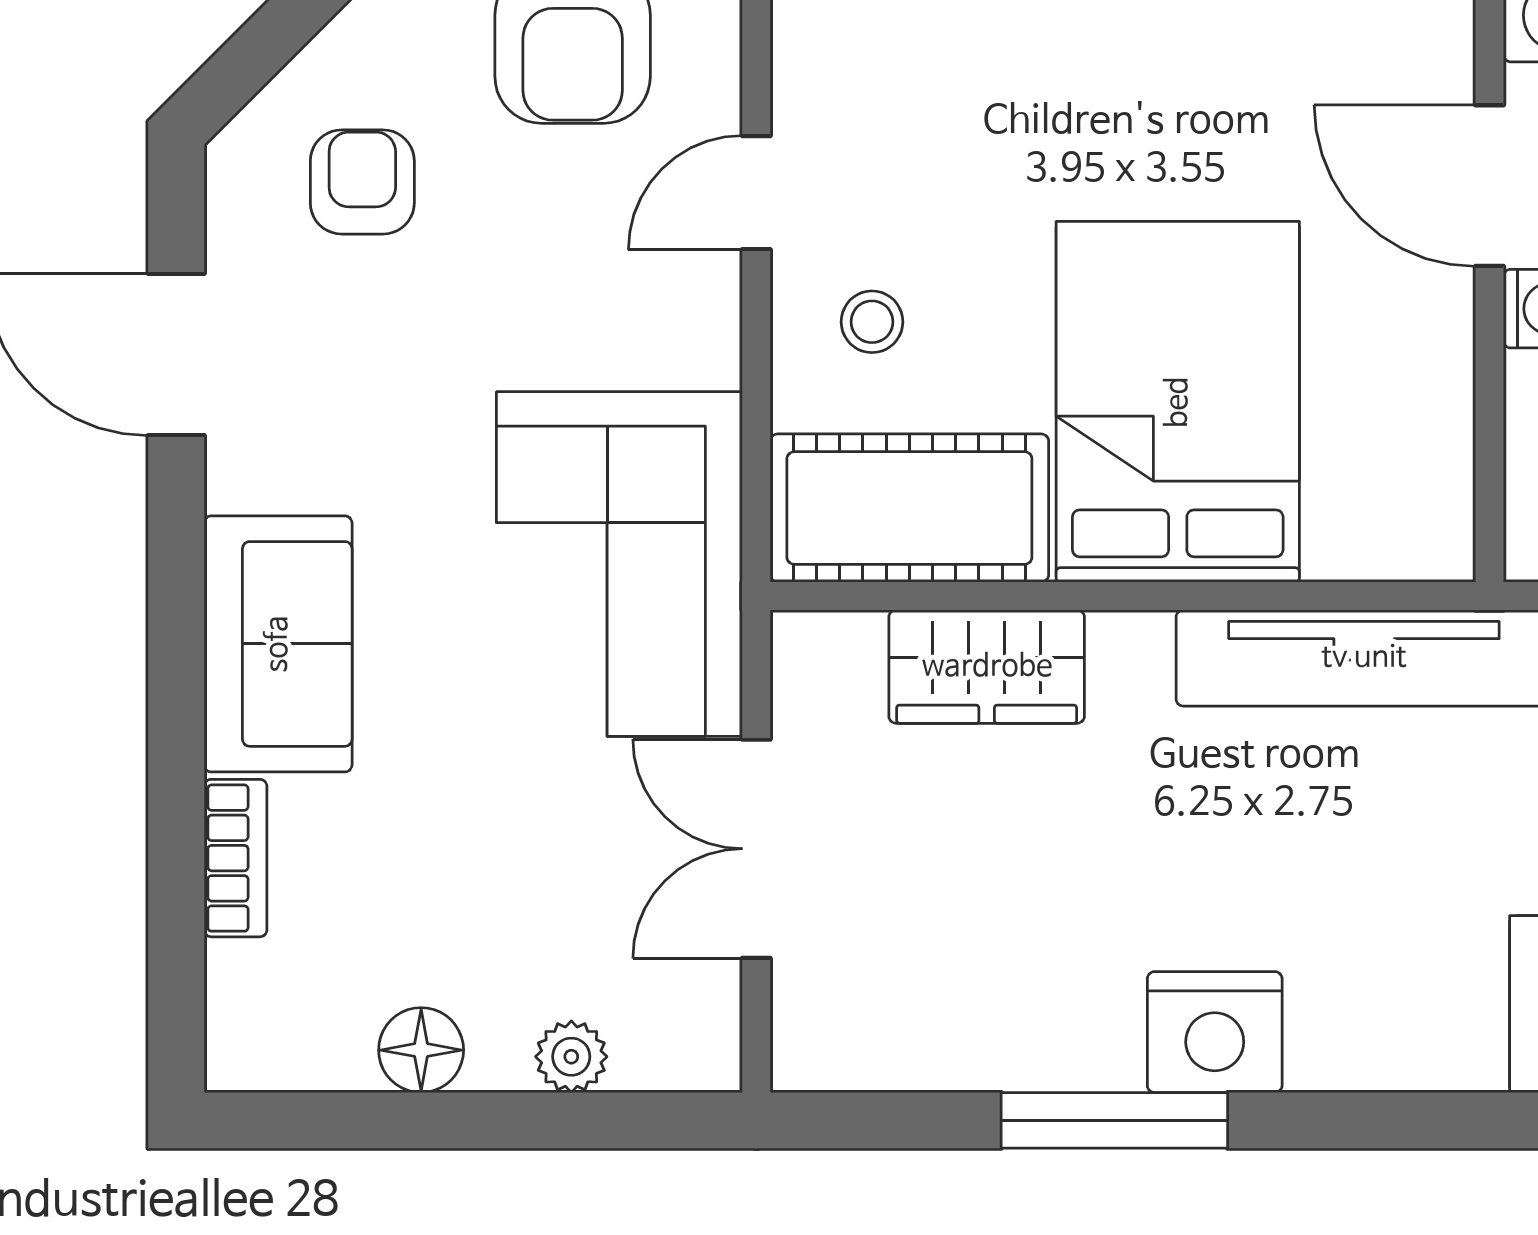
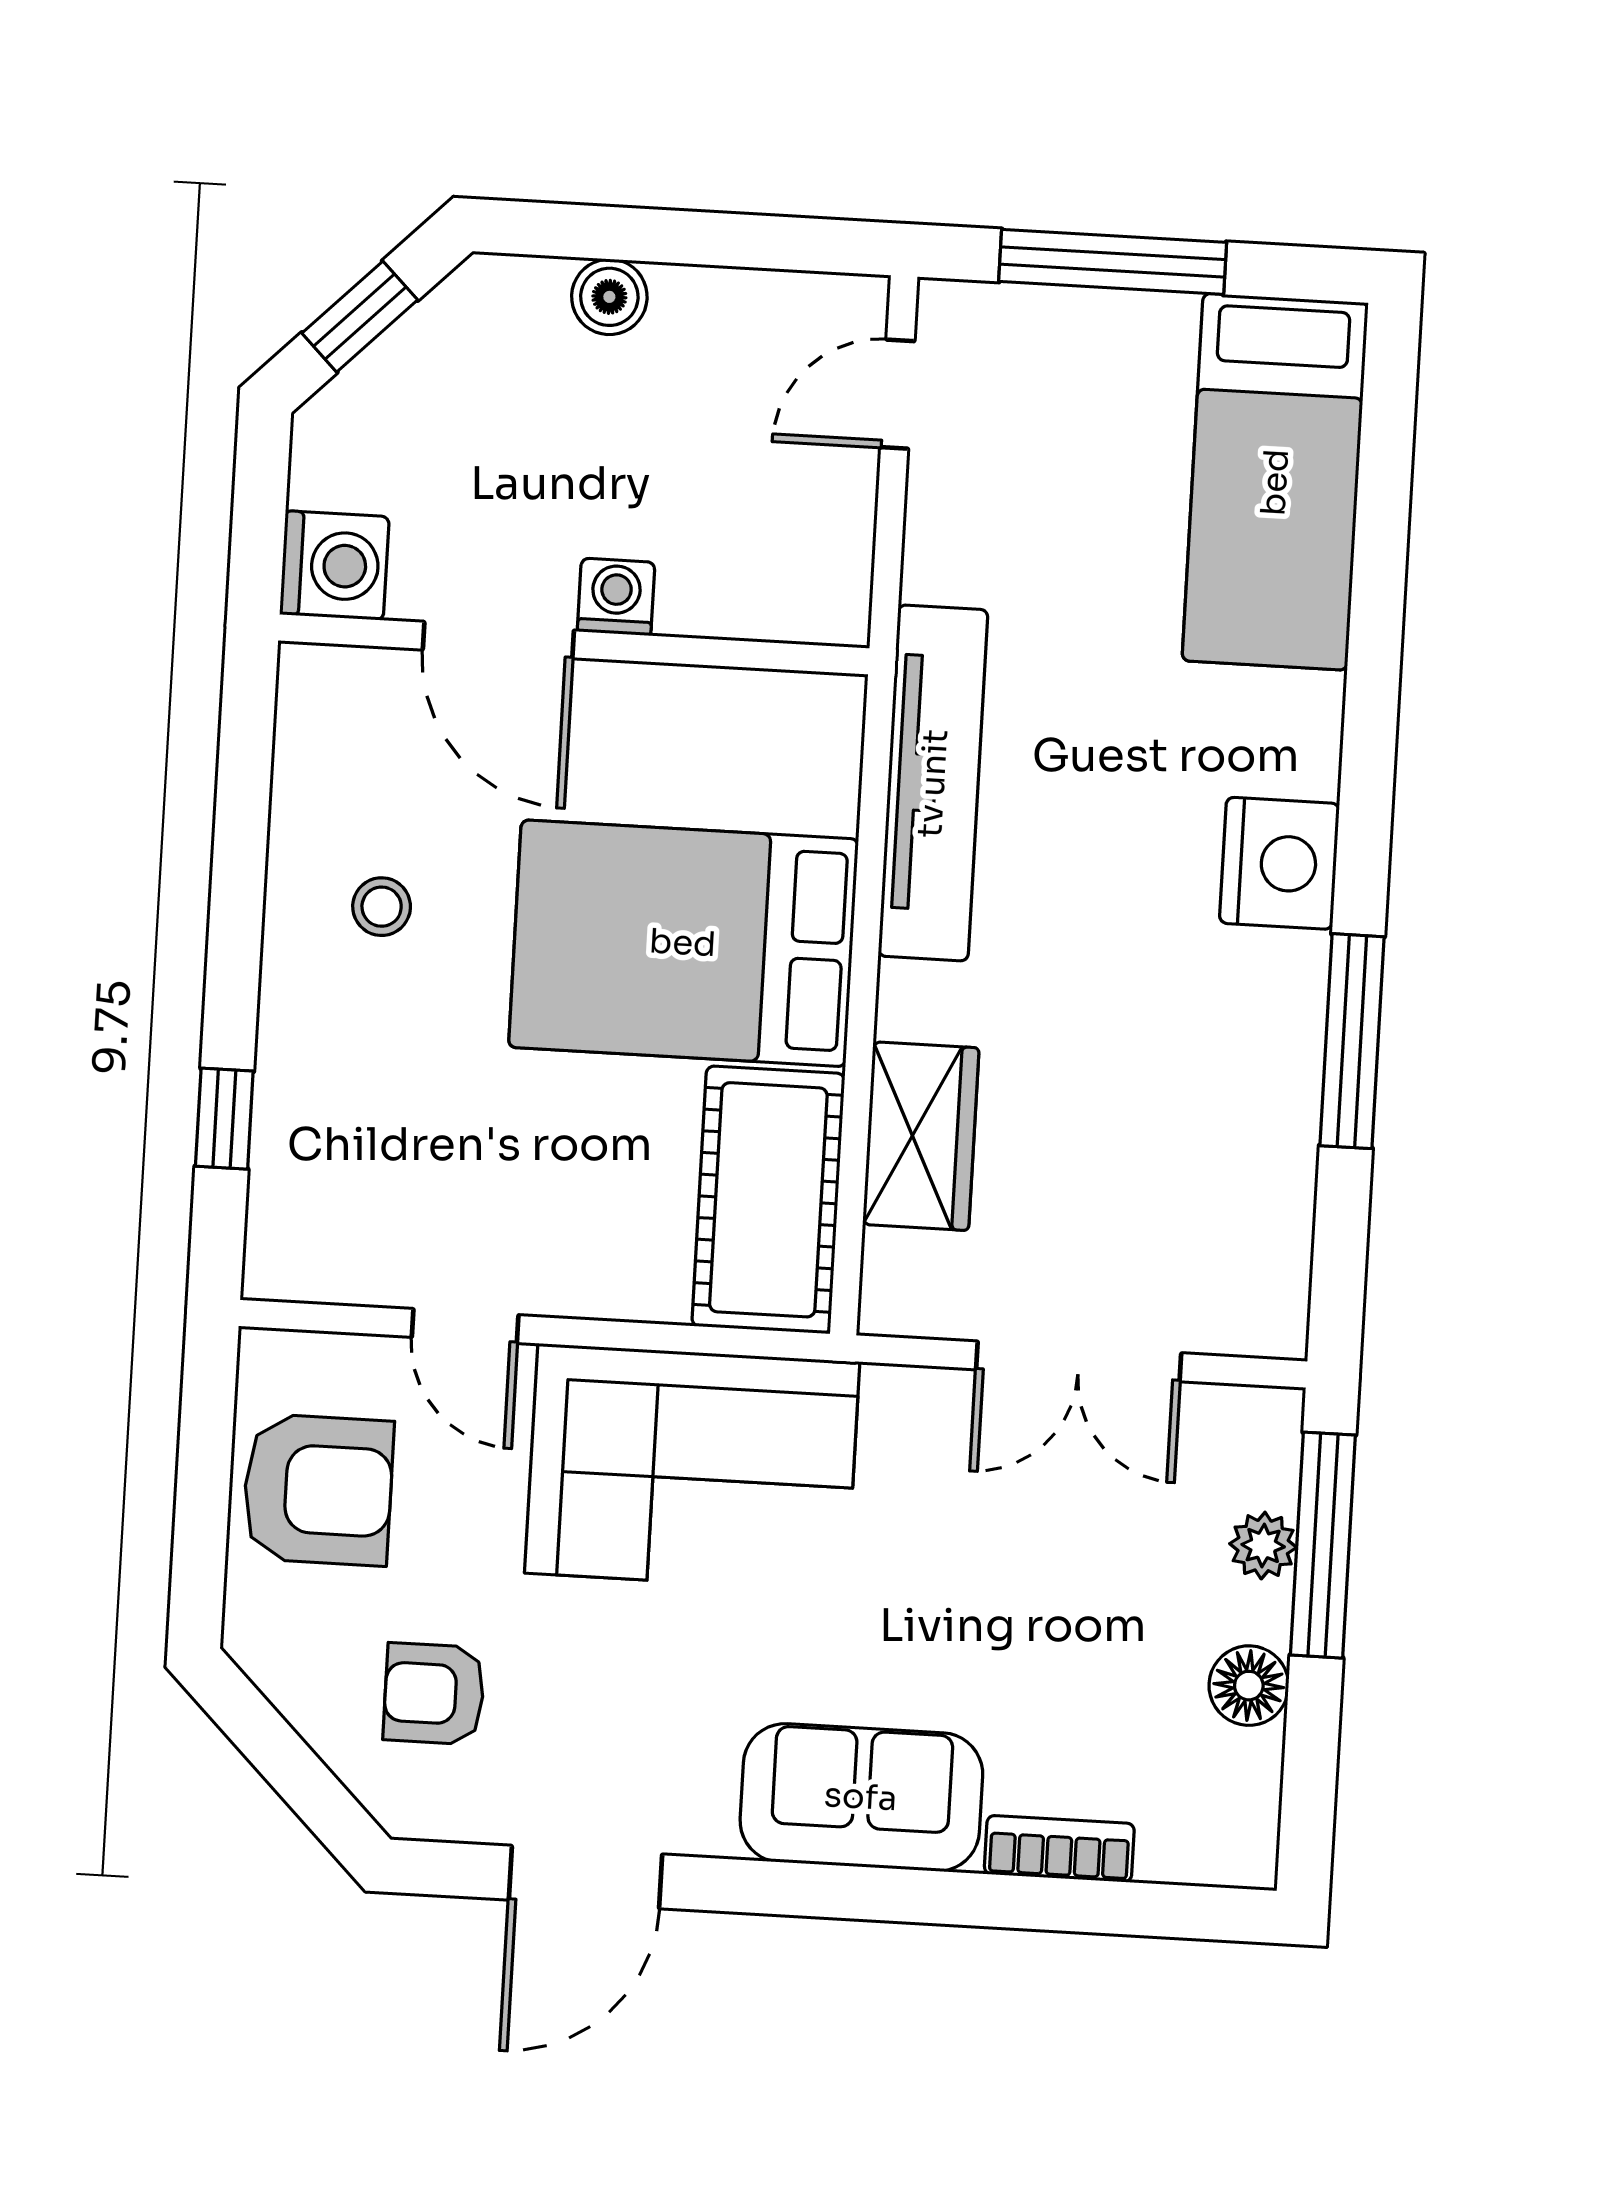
door: (1490, 186) -> (498, 640), hinge flipped
stool: (872, 322) -> (382, 907), moved
corner sofa: (619, 564) -> (692, 1467), moved
nightstand: (1215, 1032) -> (1279, 863), moved
window: (575, 1120) -> (1323, 1545), added

